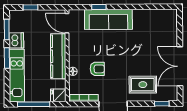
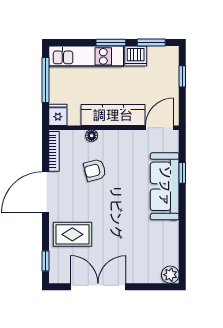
plant: (171, 15) -> (170, 275), added
armchair: (97, 69) -> (95, 170), turned 76
rug: (143, 85) -> (72, 234), turned 90

